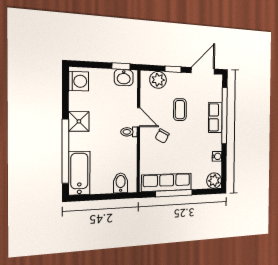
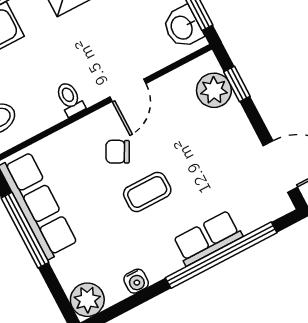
window: (173, 69) -> (237, 84), moved
coffee table: (180, 110) -> (147, 192), moved
toilet: (129, 132) -> (70, 99), moved

